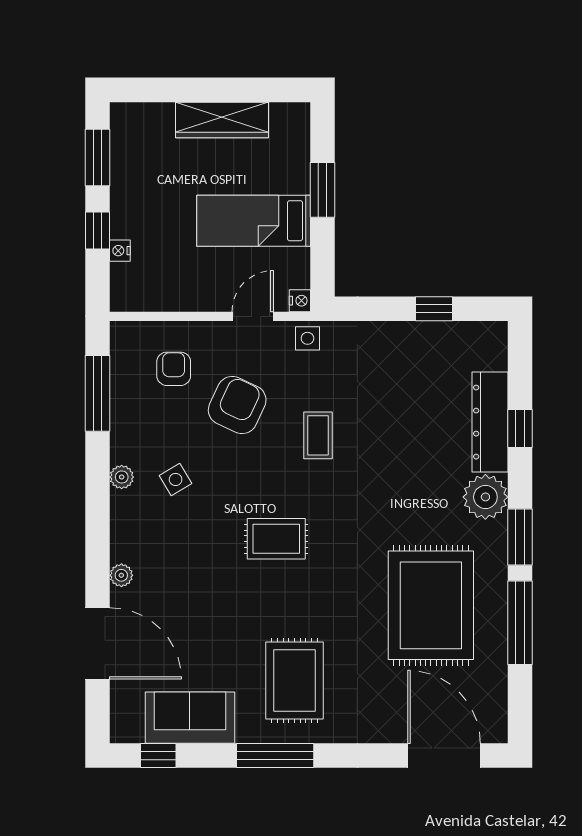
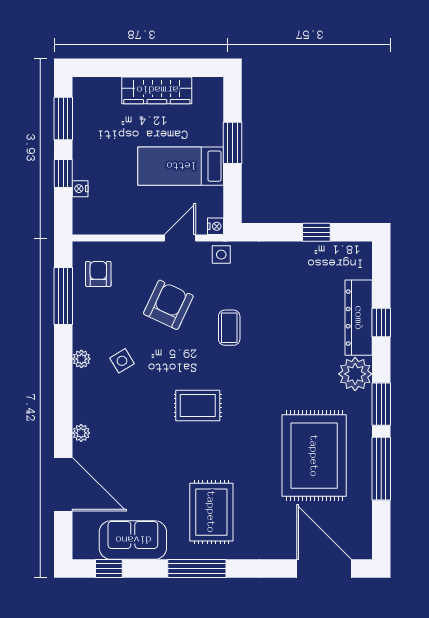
armchair: (174, 369) -> (98, 274), moved

